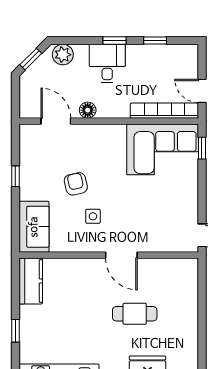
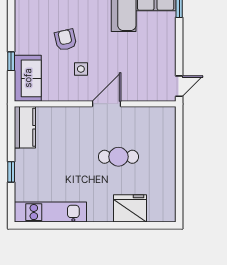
window: (15, 176) -> (11, 61), moved
door: (121, 255) -> (106, 104), swing flipped

